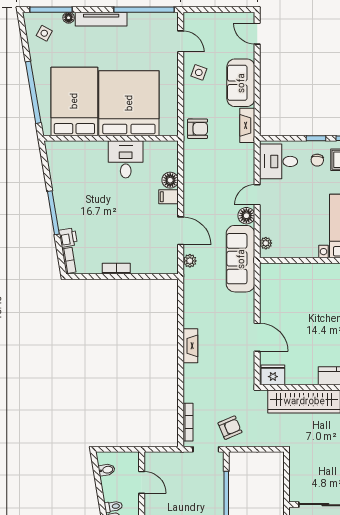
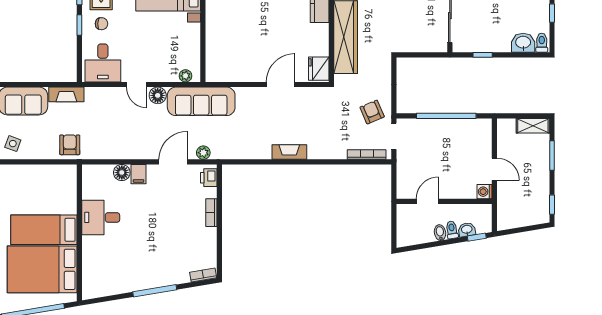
bed: (129, 103) -> (44, 230), width x0.49
printer: (68, 238) -> (209, 178), moved, turned -81
bookcase: (116, 269) -> (211, 213), moved
bidet: (107, 470) -> (440, 233), moved

